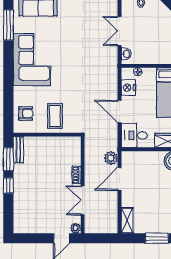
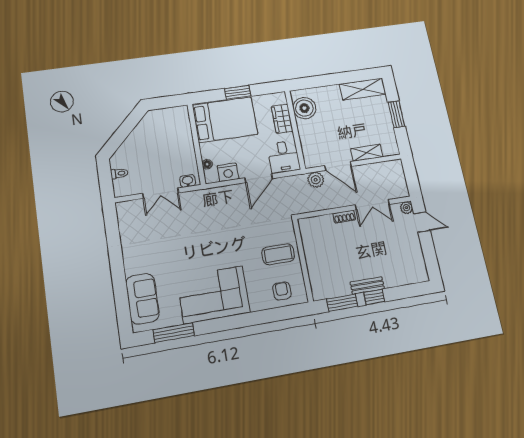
bench: (18, 150) -> (367, 285), moved
shelving: (127, 220) -> (367, 153), moved

